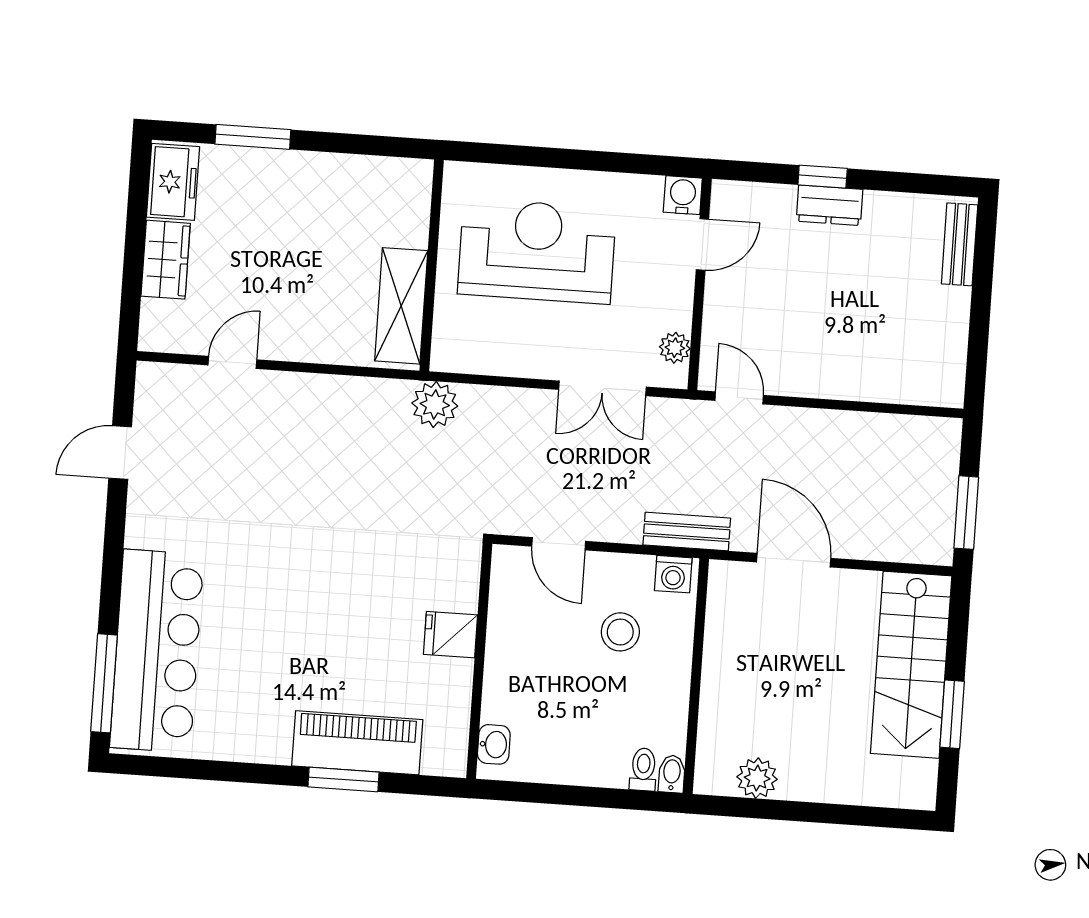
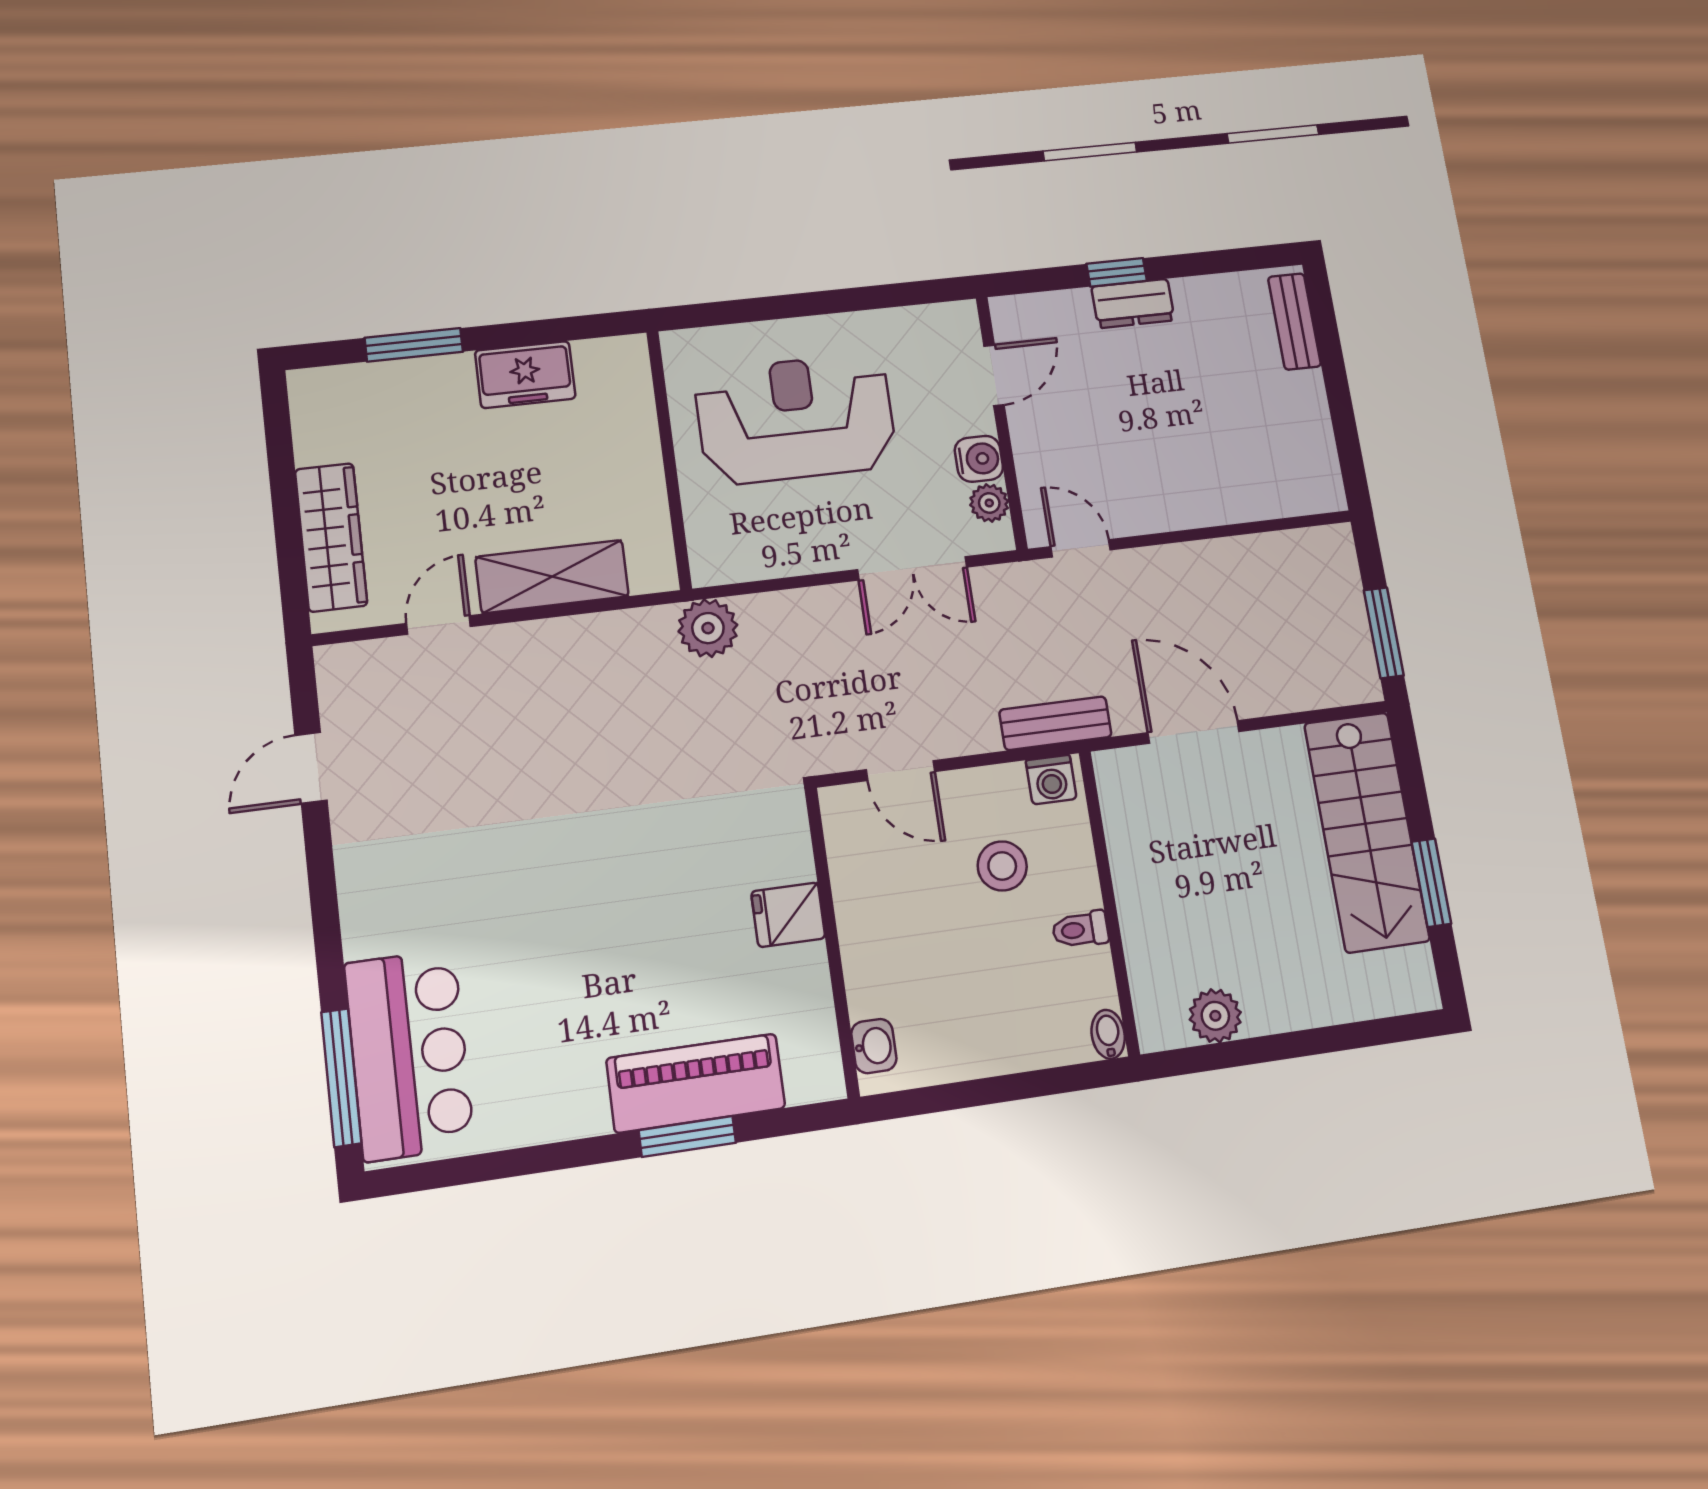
freezer: (173, 182) -> (525, 375), moved, turned 90
water cooler: (683, 195) -> (979, 459), moved, turned 90
wardrobe: (166, 260) -> (331, 537), width x1.50
shelving: (401, 306) -> (552, 577), moved, turned 90
bar counter: (157, 651) -> (409, 1055), width x0.73
toilet: (643, 769) -> (1080, 930), moved, turned -90

